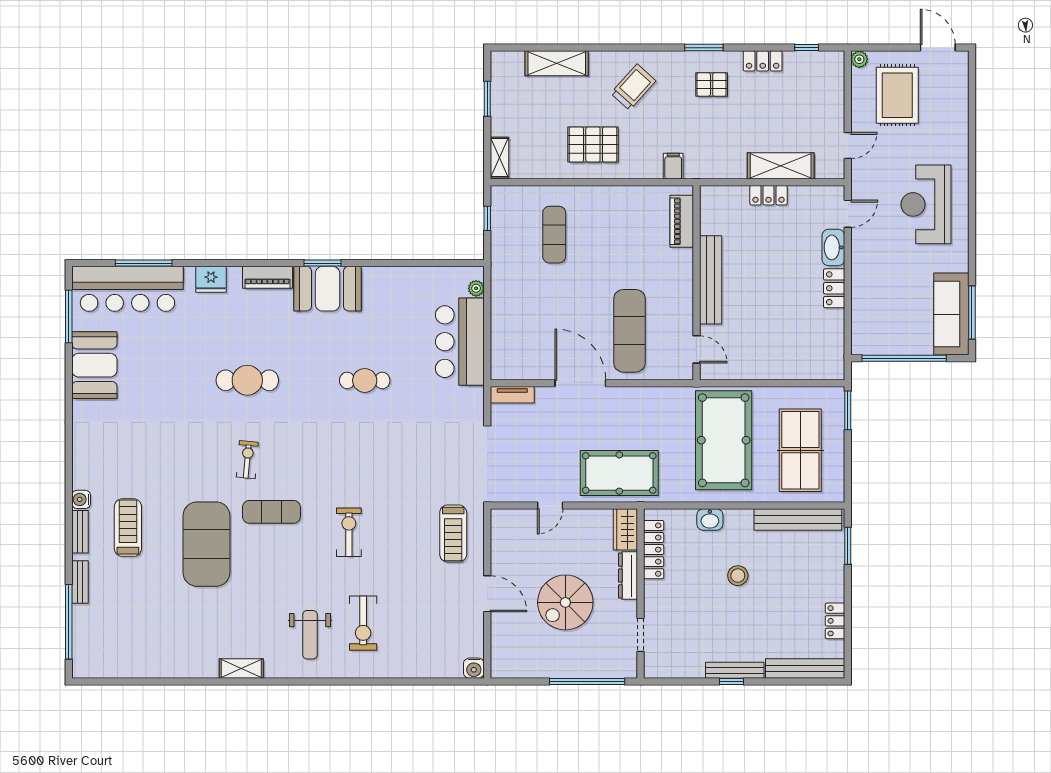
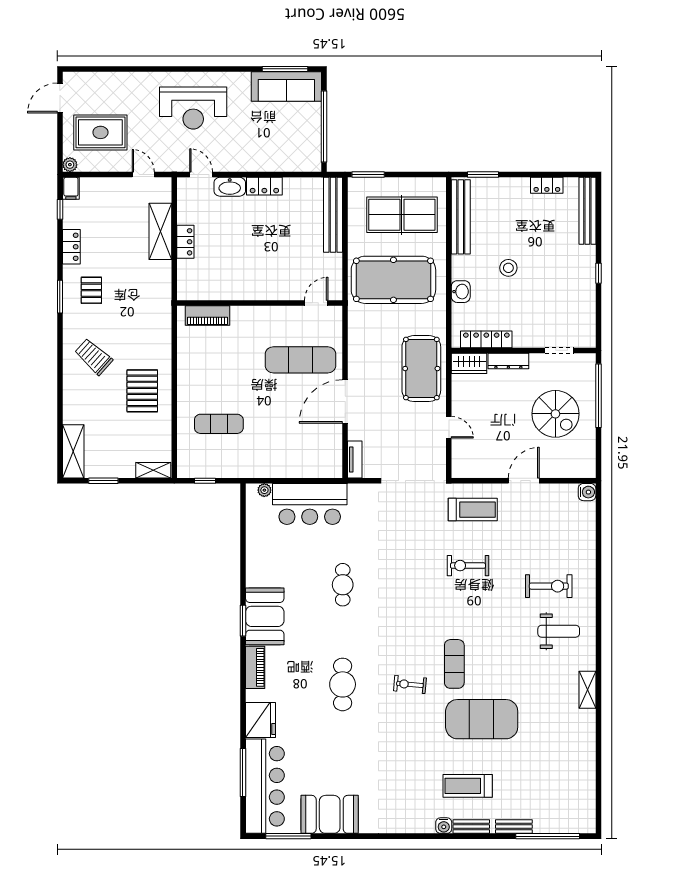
shelving: (557, 63) -> (73, 451), moved
filing cabinet: (673, 166) -> (71, 188), moved, turned -90
fridge: (211, 279) -> (261, 720), width x1.36, depth x1.34
bench: (711, 280) -> (333, 215), moved, turned 90
exercise bike: (349, 532) -> (468, 566), moved
spiral stairs: (565, 602) -> (555, 414), moved
bench: (735, 670) -> (589, 270), removed

